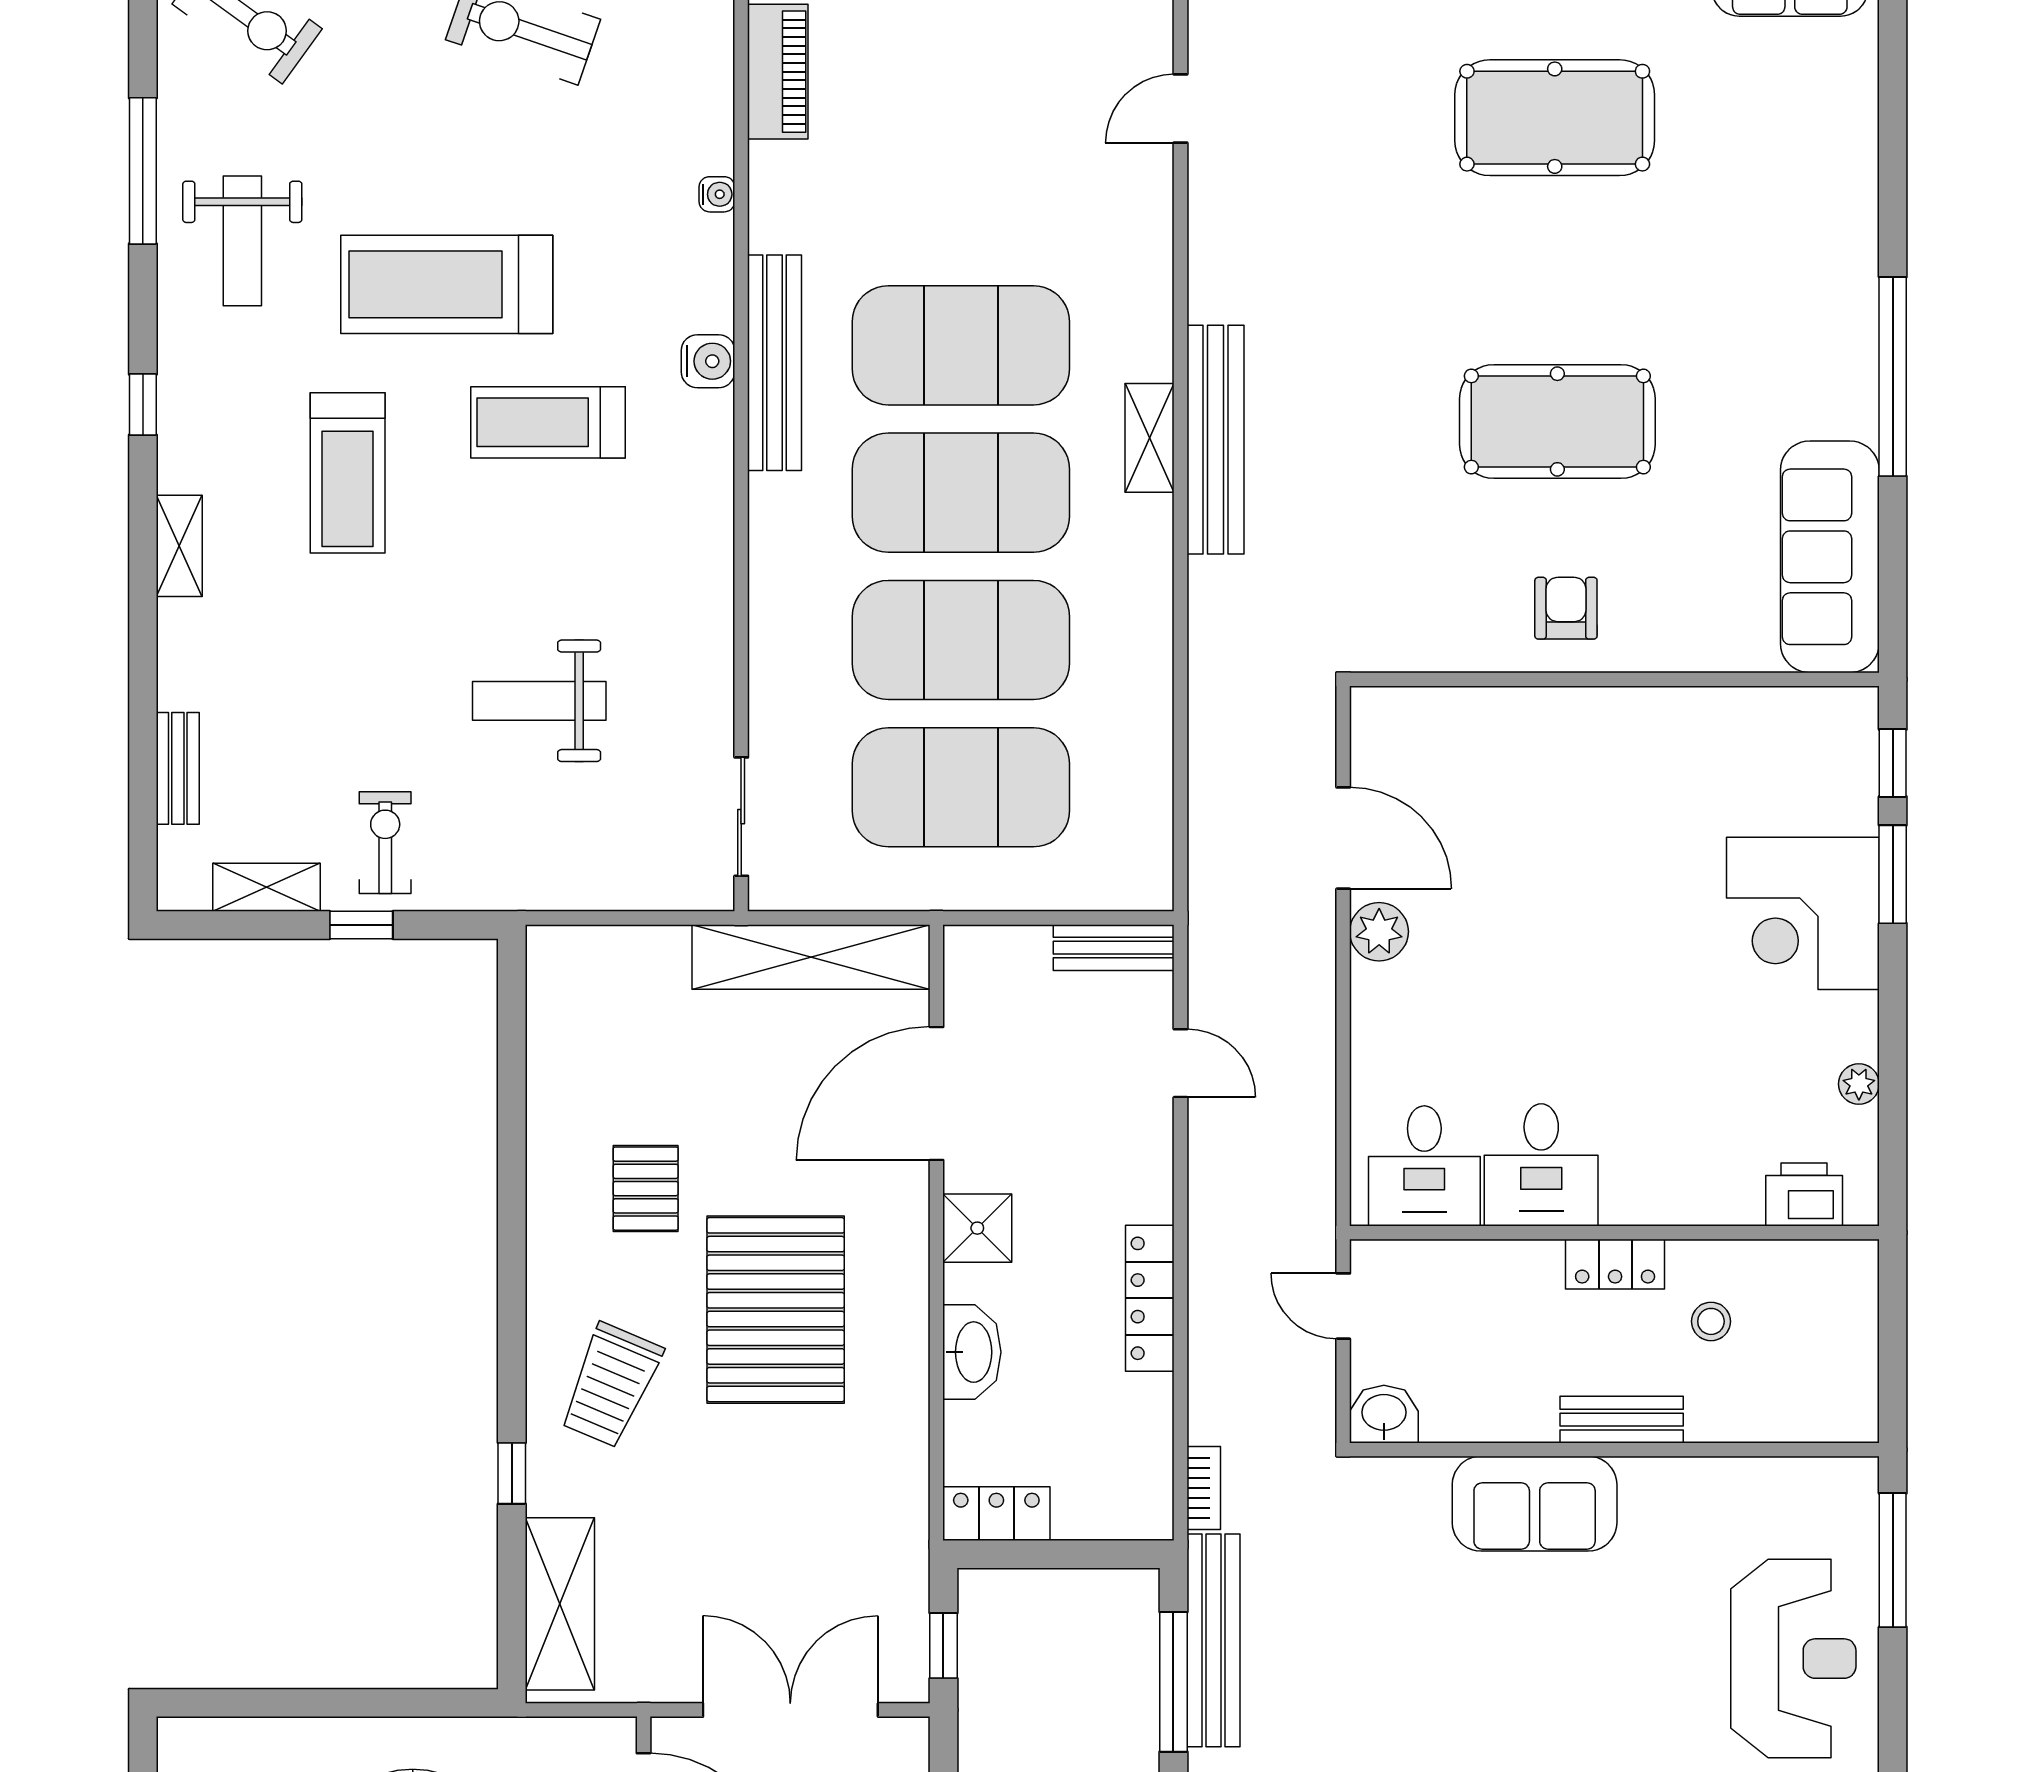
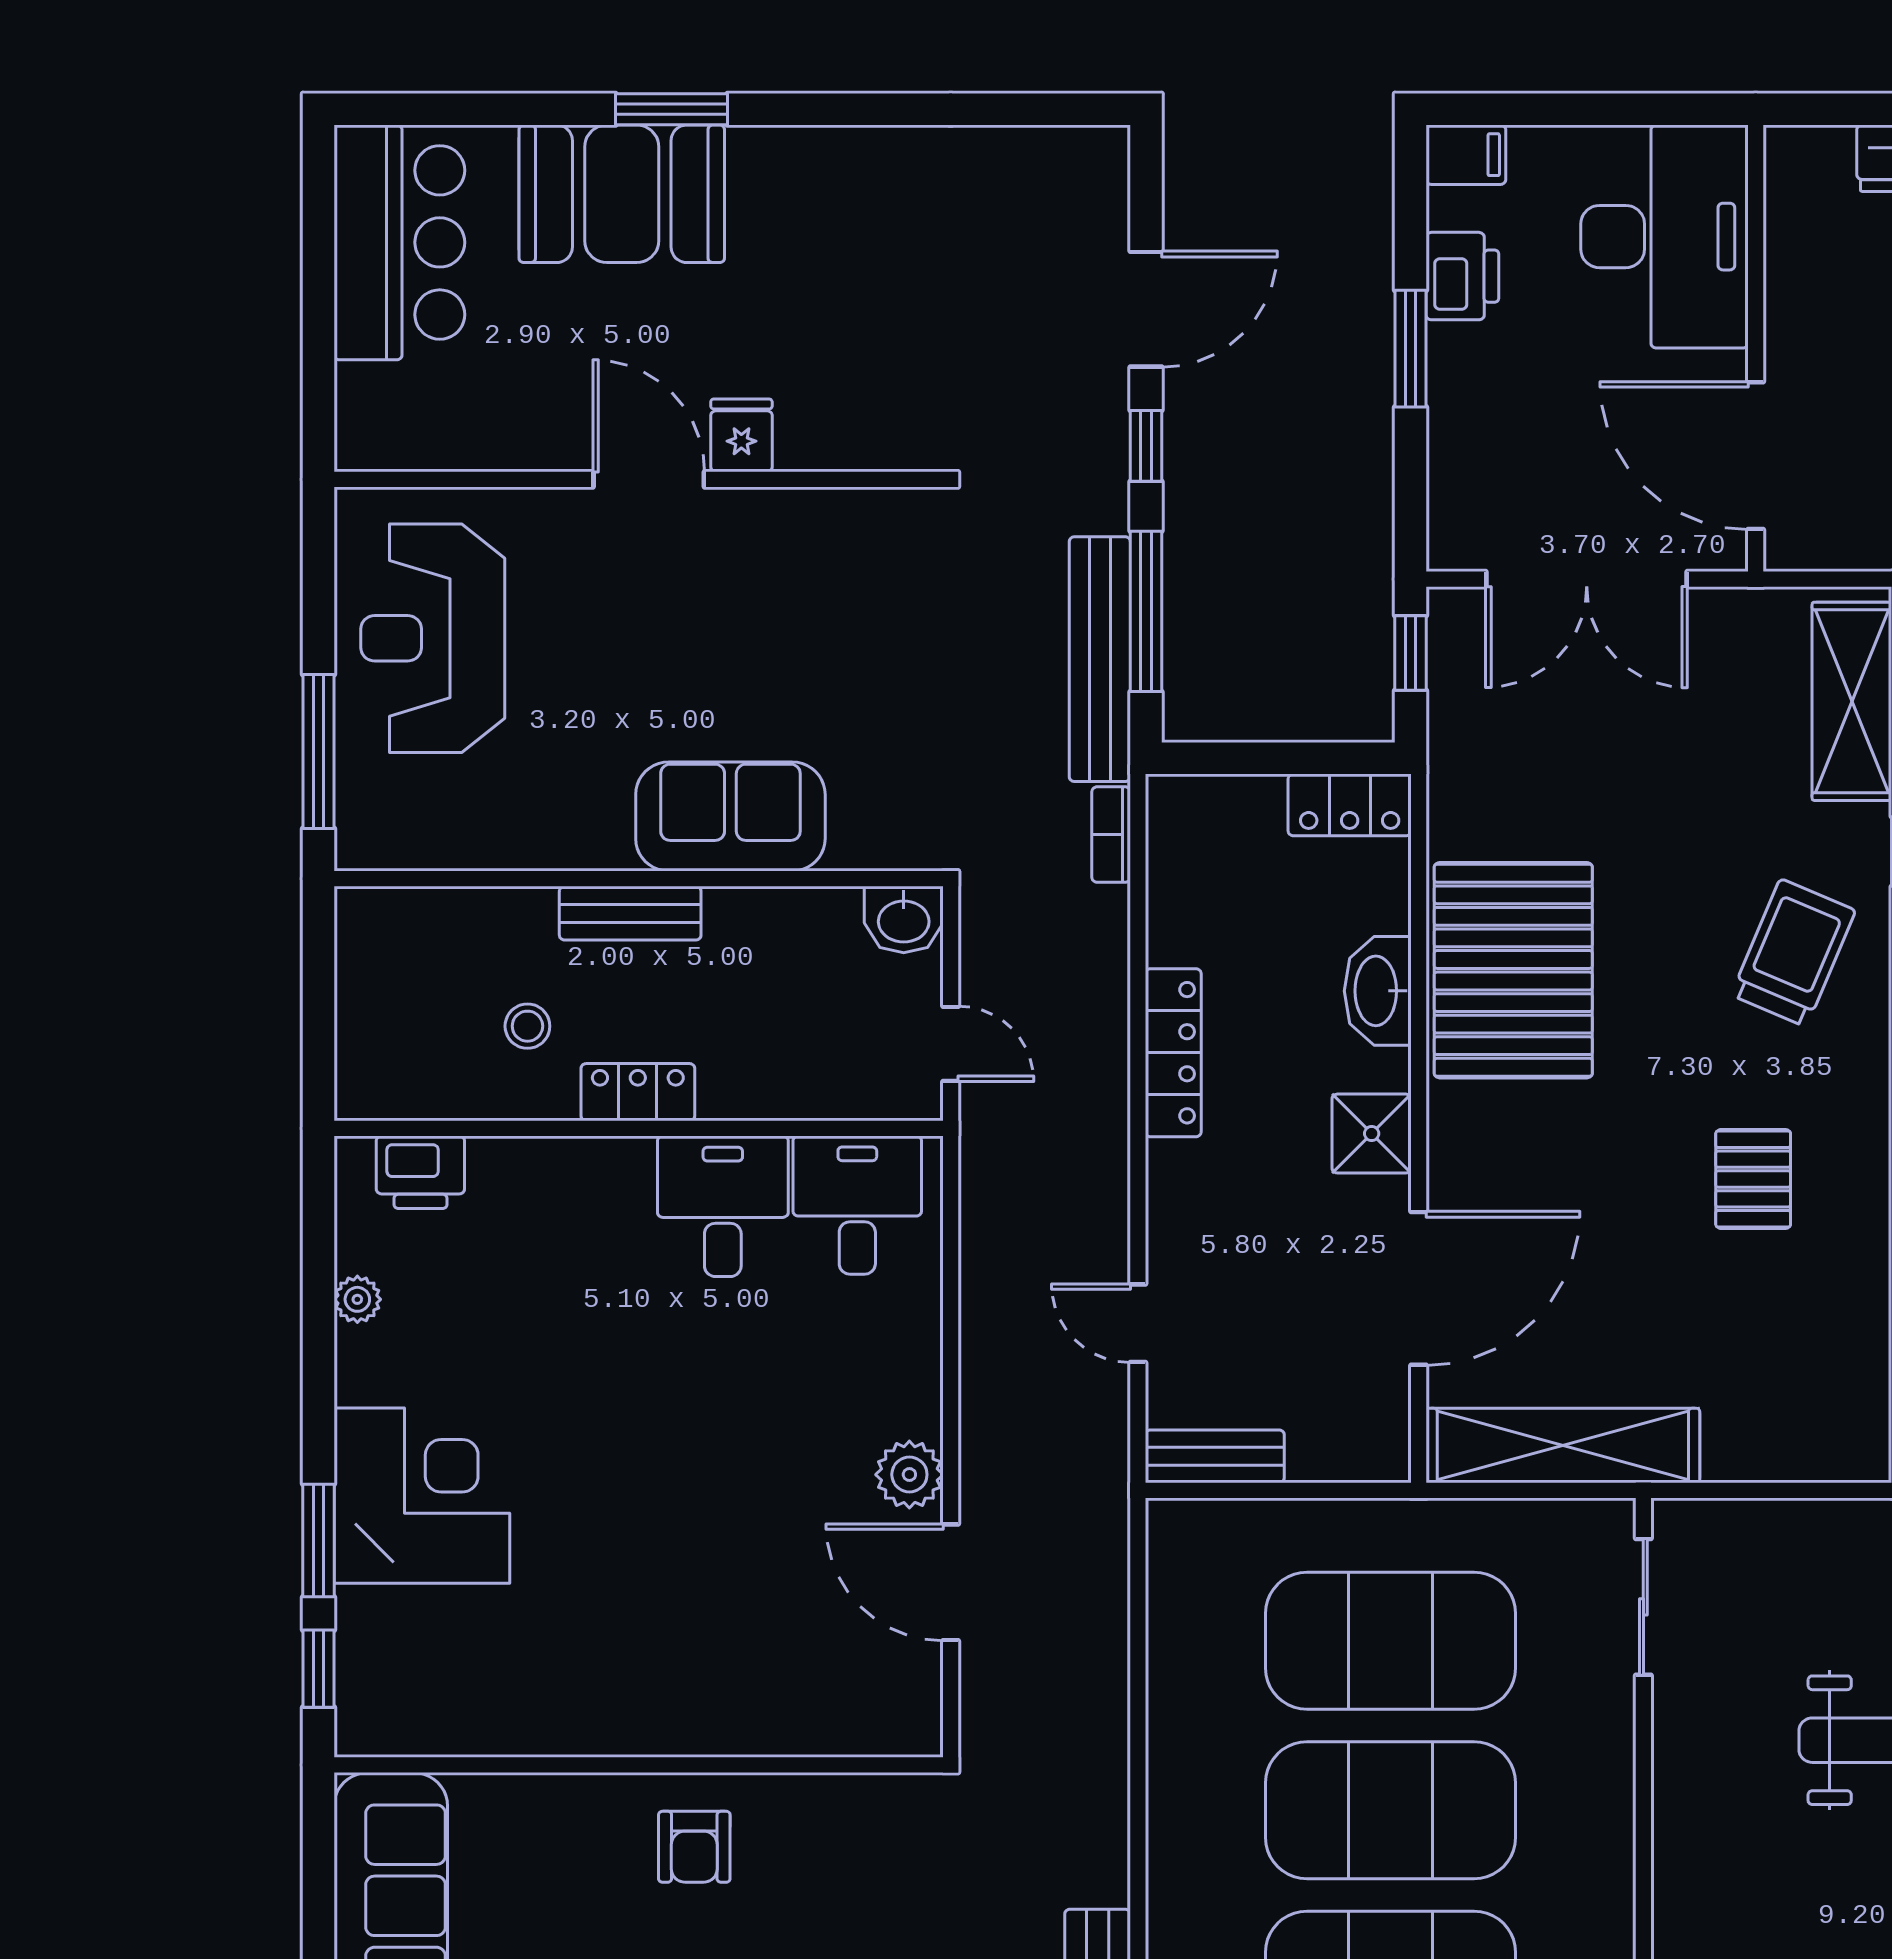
pallet: (776, 1310) -> (1513, 970), moved

